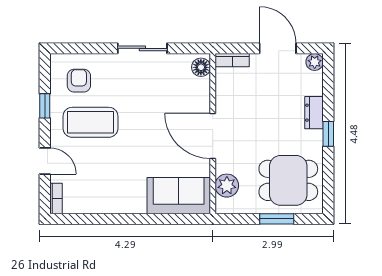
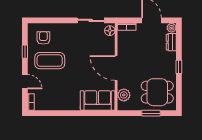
sliding door: (142, 48) -> (91, 20), moved
dresser: (314, 113) -> (171, 42), moved

